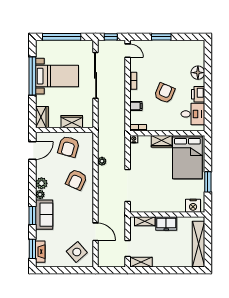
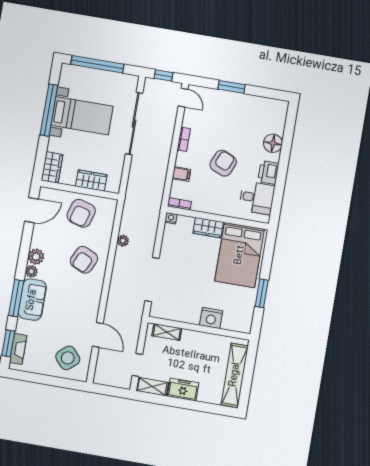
nightstand: (193, 206) -> (211, 318), moved
window: (32, 215) -> (16, 298), width x1.44
freezer: (166, 223) -> (183, 389), moved, turned 180

